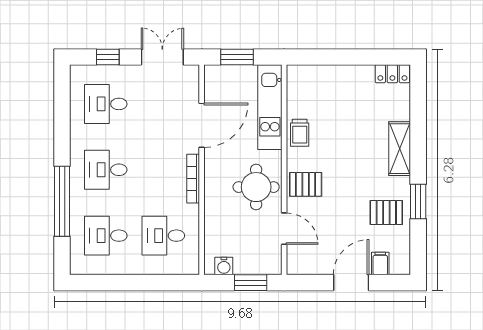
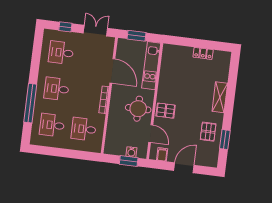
locker: (392, 74) -> (203, 53), moved
door: (202, 125) -> (112, 71), hinge flipped
trolley: (300, 133) -> (166, 82), removed
window: (418, 201) -> (225, 139), moved
pallet: (386, 213) -> (208, 132), turned 90
filing cabinet: (380, 263) -> (162, 154), moved
water cooler: (224, 266) -> (131, 152), moved

